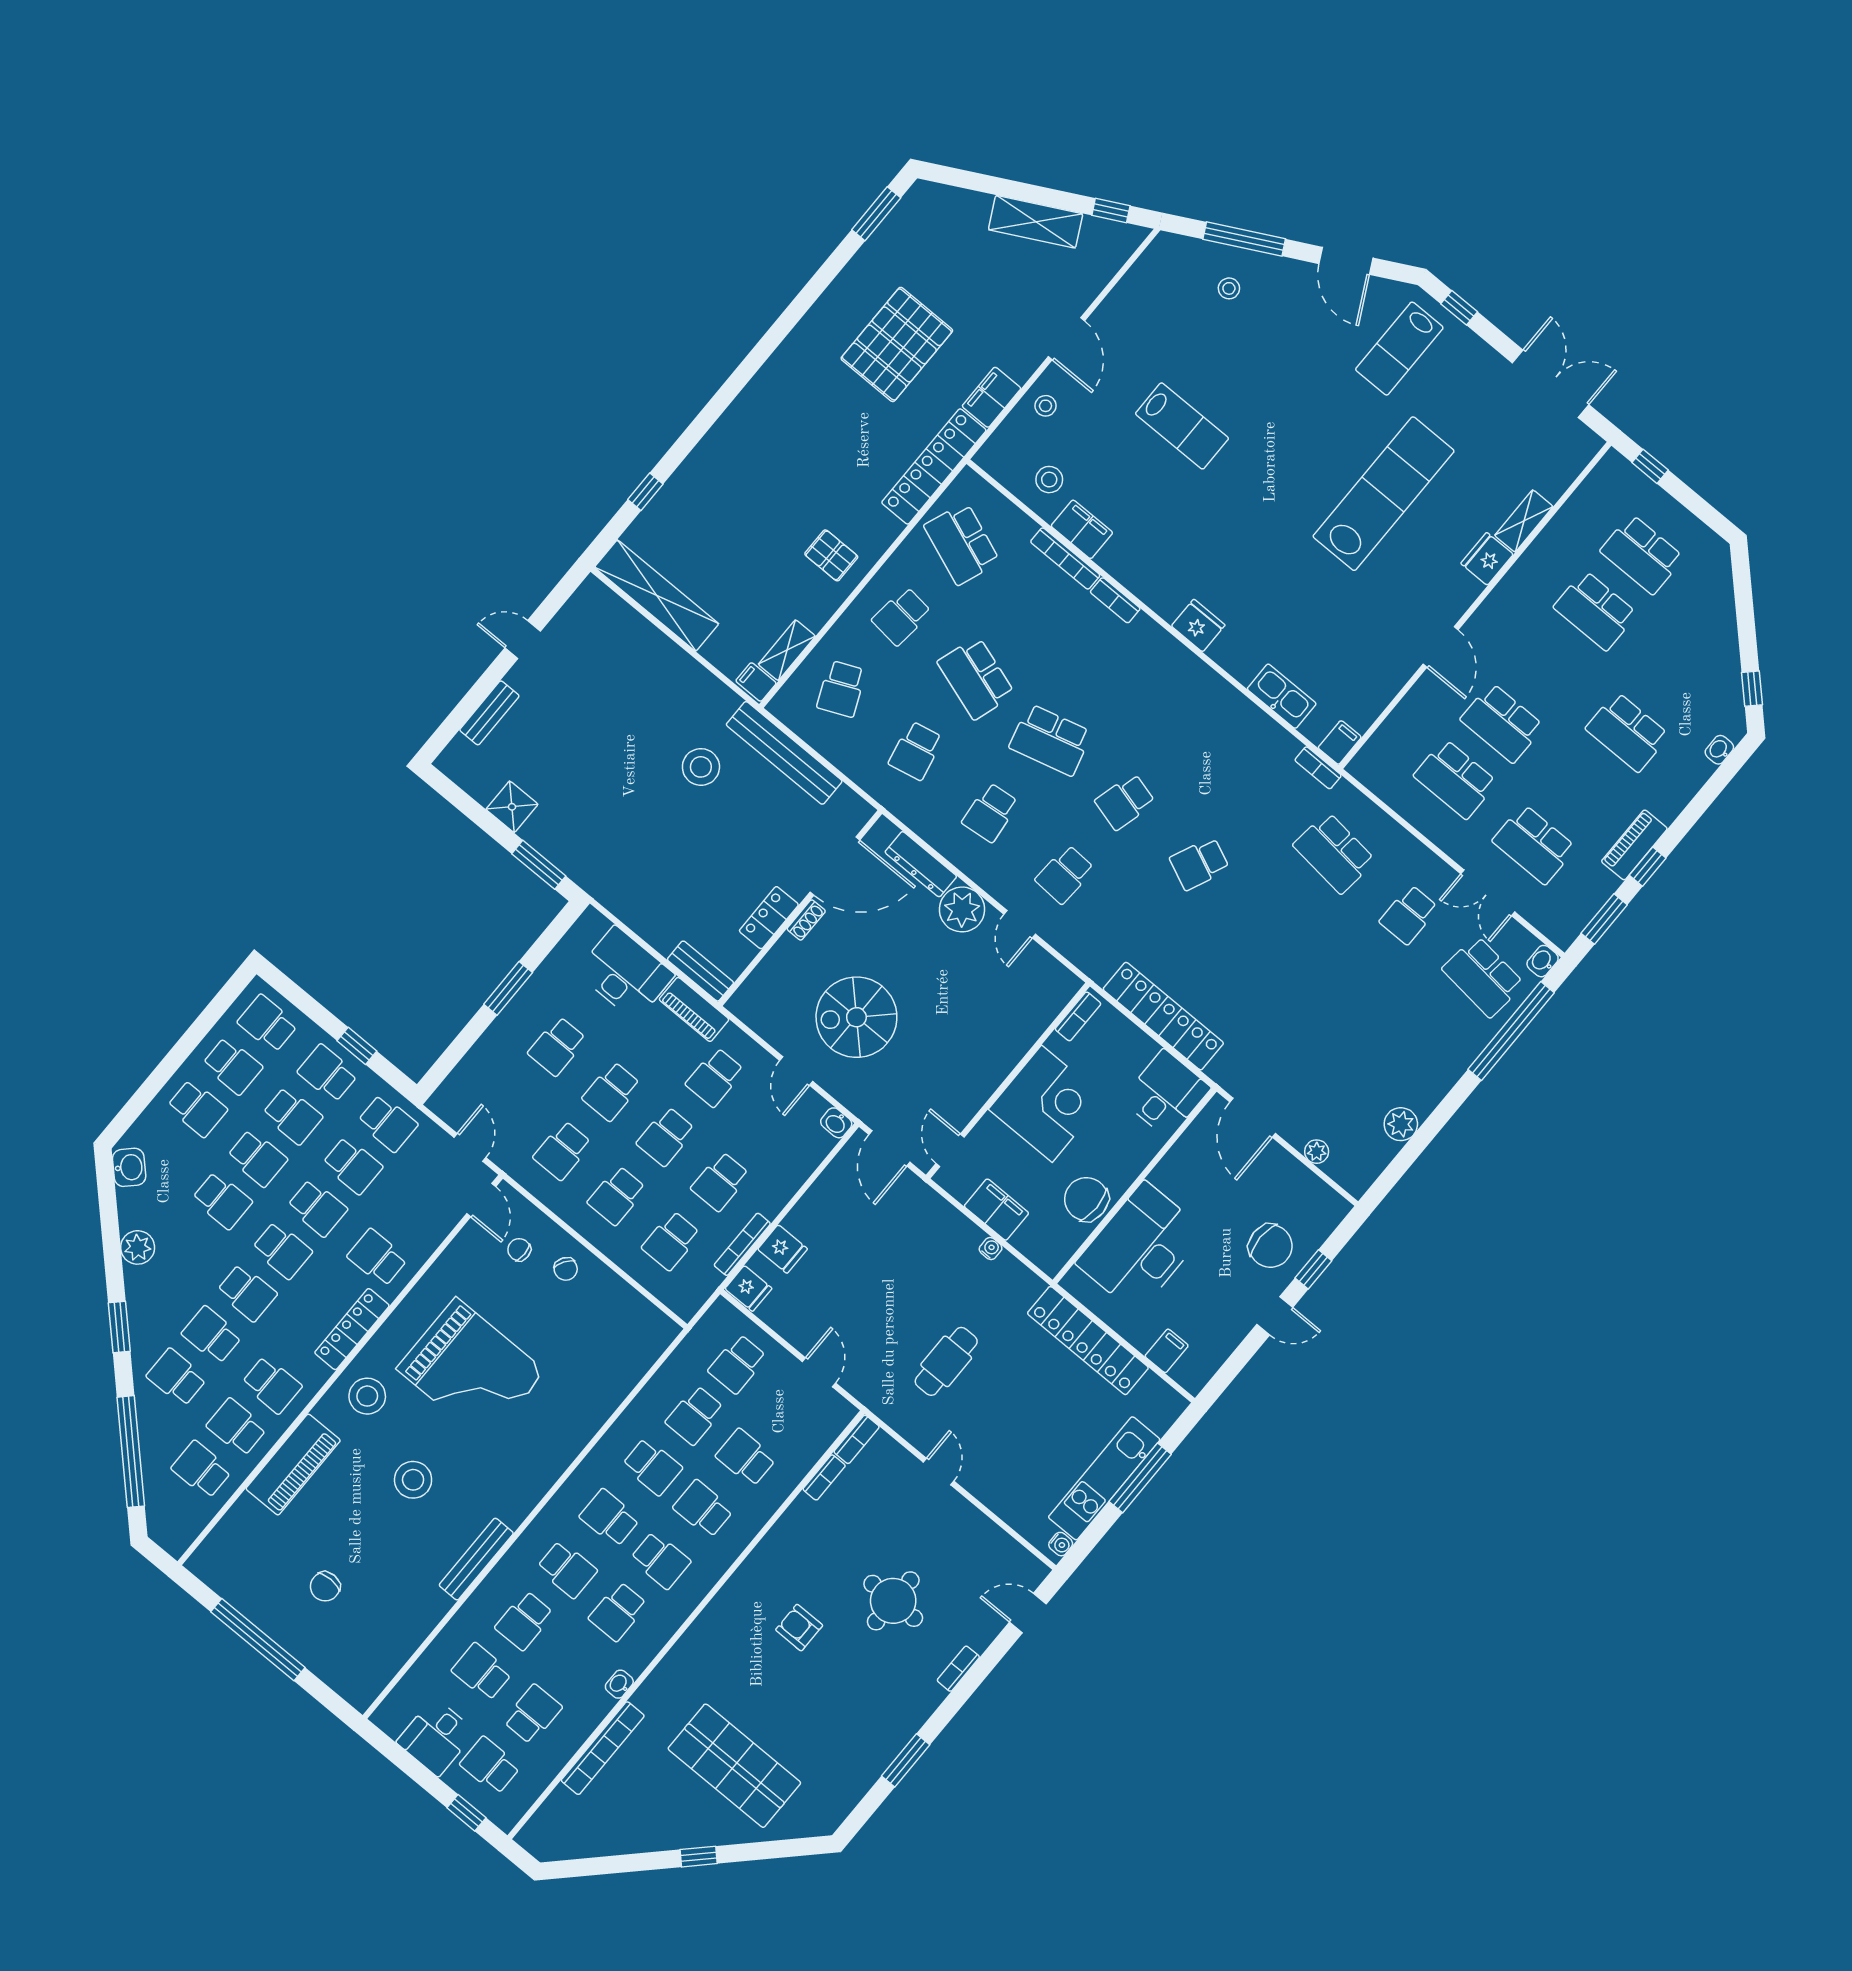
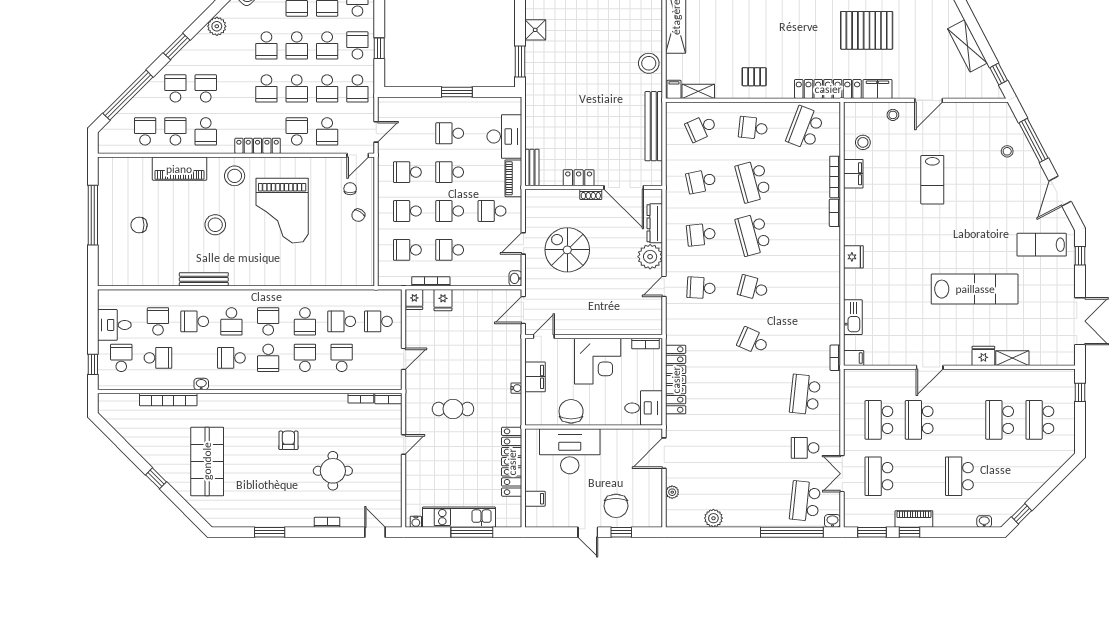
pallet: (831, 555) -> (754, 77), turned 90
school desk: (976, 678) -> (753, 181), turned -33
stool: (701, 767) -> (649, 63), moved
school desk: (247, 1293) -> (327, 131), moved

